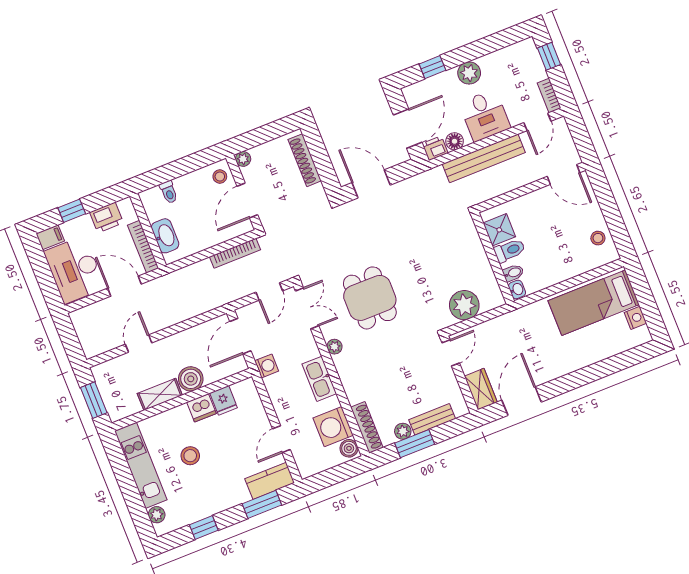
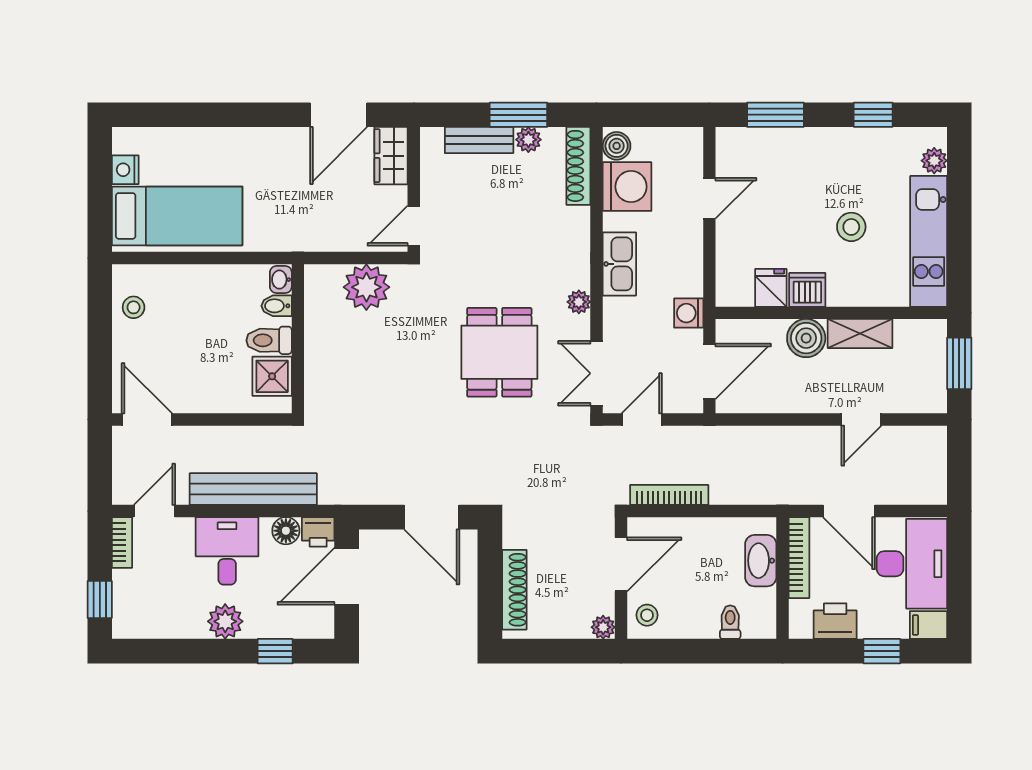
kitchen counter: (270, 481) -> (750, 144), removed

